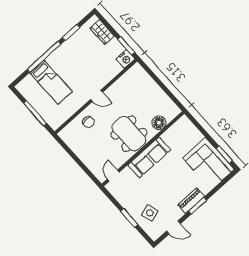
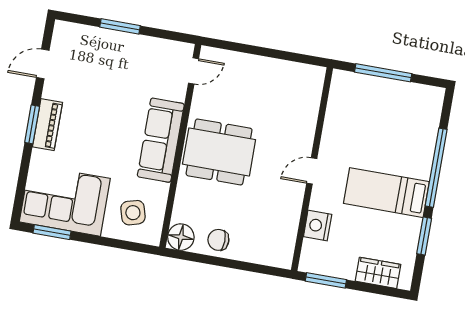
nightstand: (125, 59) -> (318, 226), moved
bed: (51, 82) -> (386, 193), moved
chair: (88, 122) -> (218, 240), moved
floor lamp: (159, 123) -> (181, 237), moved
door: (113, 176) -> (193, 71), hinge flipped
side table: (150, 213) -> (133, 213), moved

